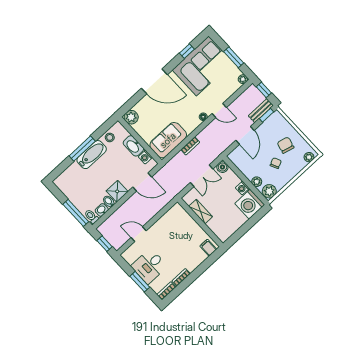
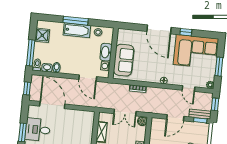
window: (187, 51) -> (186, 32), moved
door: (219, 110) -> (189, 89), moved
plant: (131, 117) -> (123, 35), removed
sofa: (168, 140) -> (124, 60), moved, turned 90
shower: (117, 191) -> (42, 35), moved
door: (139, 234) -> (52, 105), width x1.88

